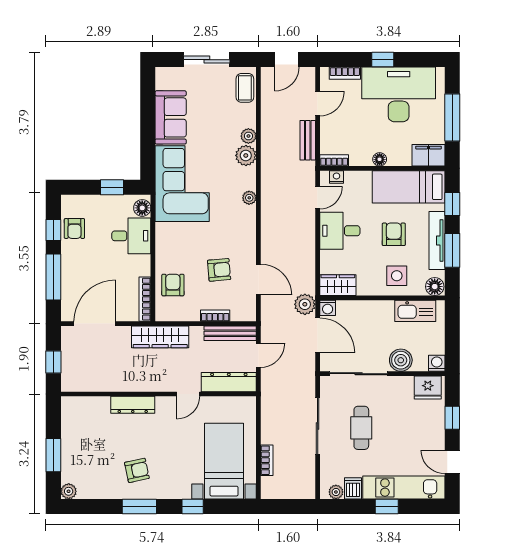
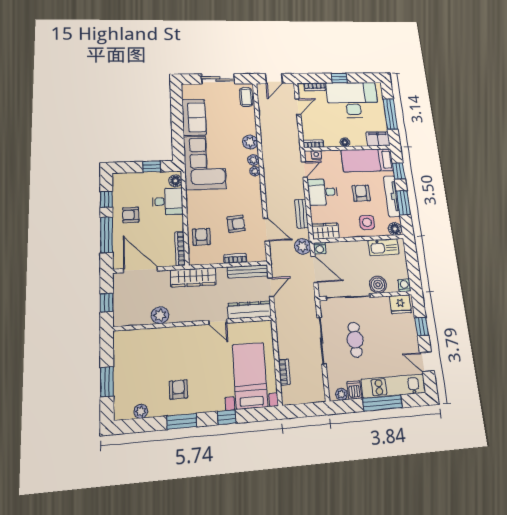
plant: (248, 136) -> (254, 160), moved
bench: (308, 140) -> (302, 214), moved
armchair: (74, 228) -> (131, 215), moved, turned 90
door: (95, 324) -> (140, 270), hinge flipped
plant: (117, 381) -> (160, 315), added
door: (188, 394) -> (218, 322), hinge flipped
dresser: (133, 405) -> (173, 334), removed
armchair: (137, 470) -> (178, 389), turned -78
plant: (69, 491) -> (141, 411), moved
window: (387, 506) -> (382, 403), width x2.17

